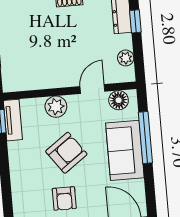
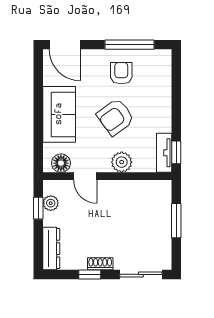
window: (135, 21) -> (38, 208), moved
door: (92, 89) -> (85, 176), hinge flipped
window: (145, 138) -> (38, 125), removed

